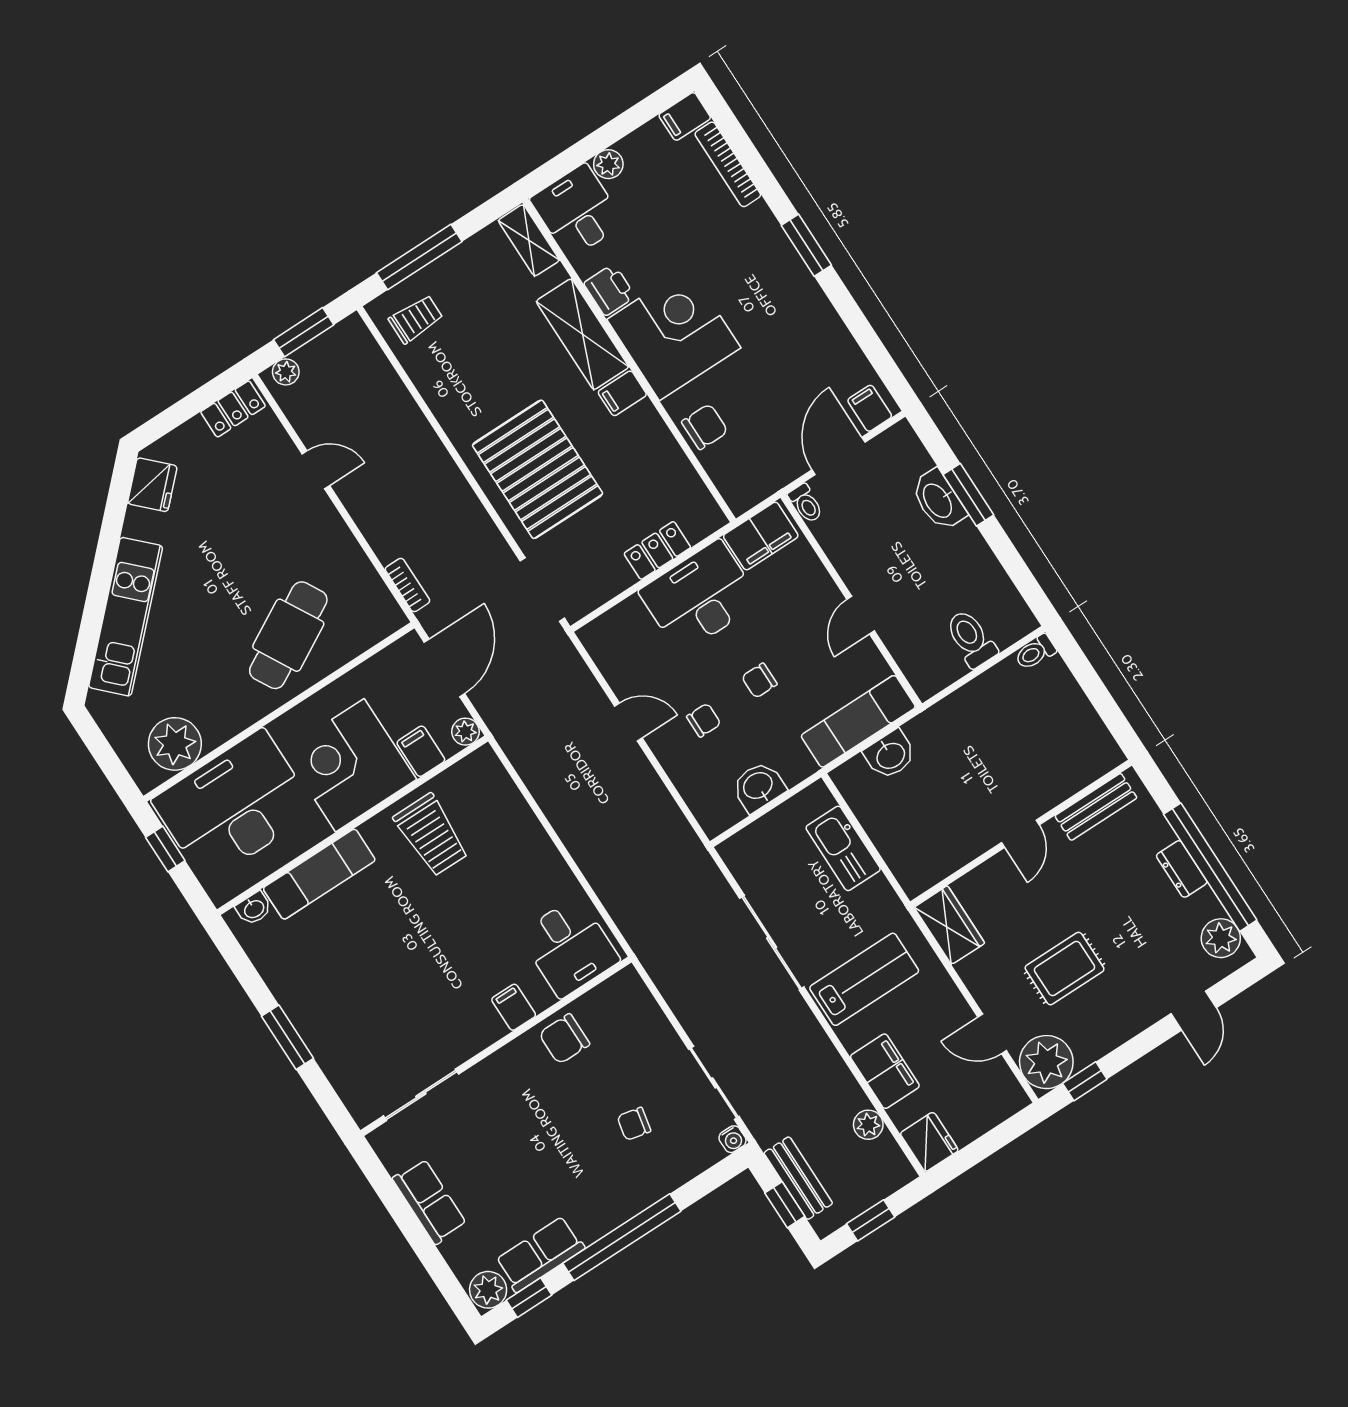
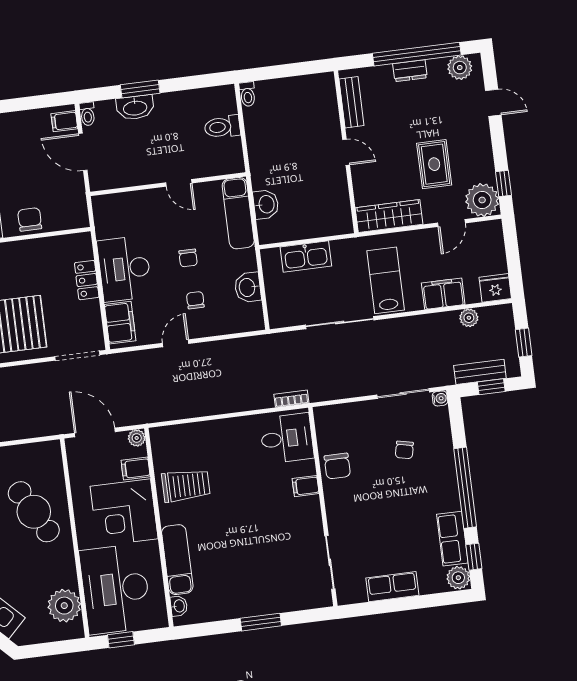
toilet: (806, 503) -> (87, 114), moved, turned 90
filing cabinet: (761, 536) -> (120, 323), moved
bookcase: (407, 585) -> (291, 399), moved
wardrobe: (949, 925) -> (389, 216), width x1.50

